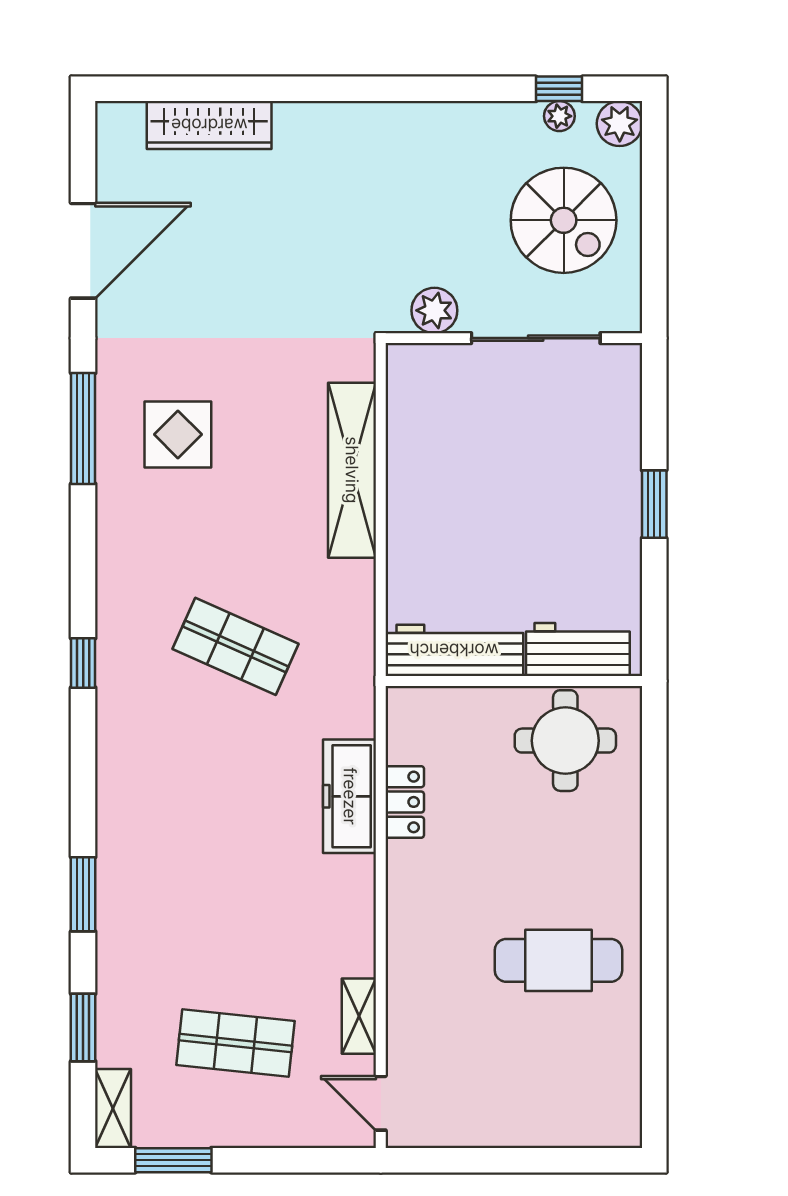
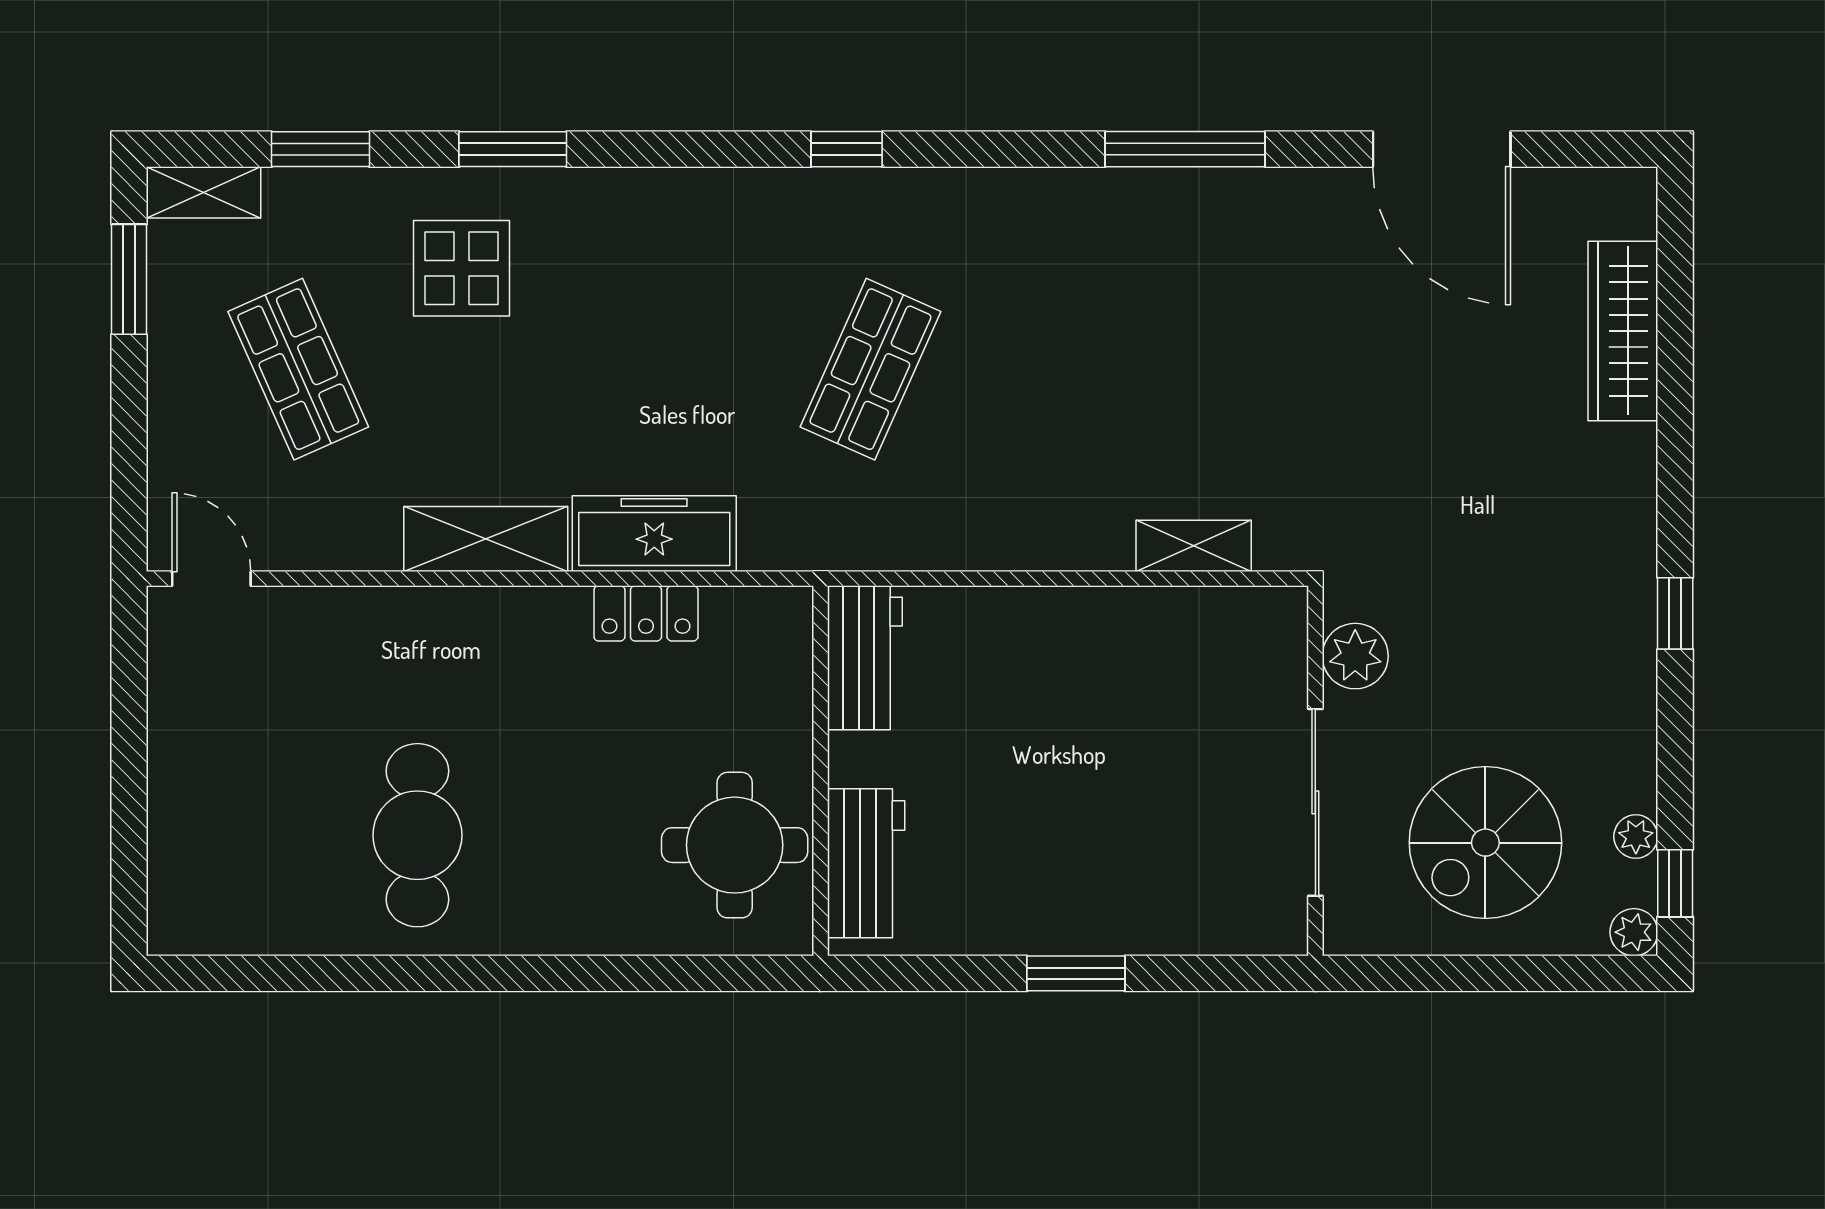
window: (405, 89) -> (1675, 613), added
window: (559, 89) -> (1675, 883), moved
plant: (620, 124) -> (1634, 932), width x0.73, depth x0.73
display table: (178, 434) -> (461, 268), moved
shelving: (352, 470) -> (1194, 546), width x0.45, depth x0.75
workbench: (454, 650) -> (865, 658), width x0.73
shelving: (359, 1016) -> (486, 539), moved, width x1.50, depth x1.33
shop shelf: (236, 1043) -> (298, 369), turned -30
door: (381, 1103) -> (211, 579), hinge flipped

